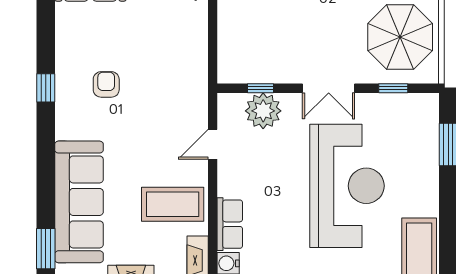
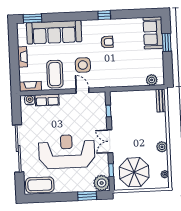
plant: (263, 111) -> (102, 183), moved
side table: (155, 141) -> (83, 65), added
reception desk: (347, 186) -> (67, 151), turned 180

